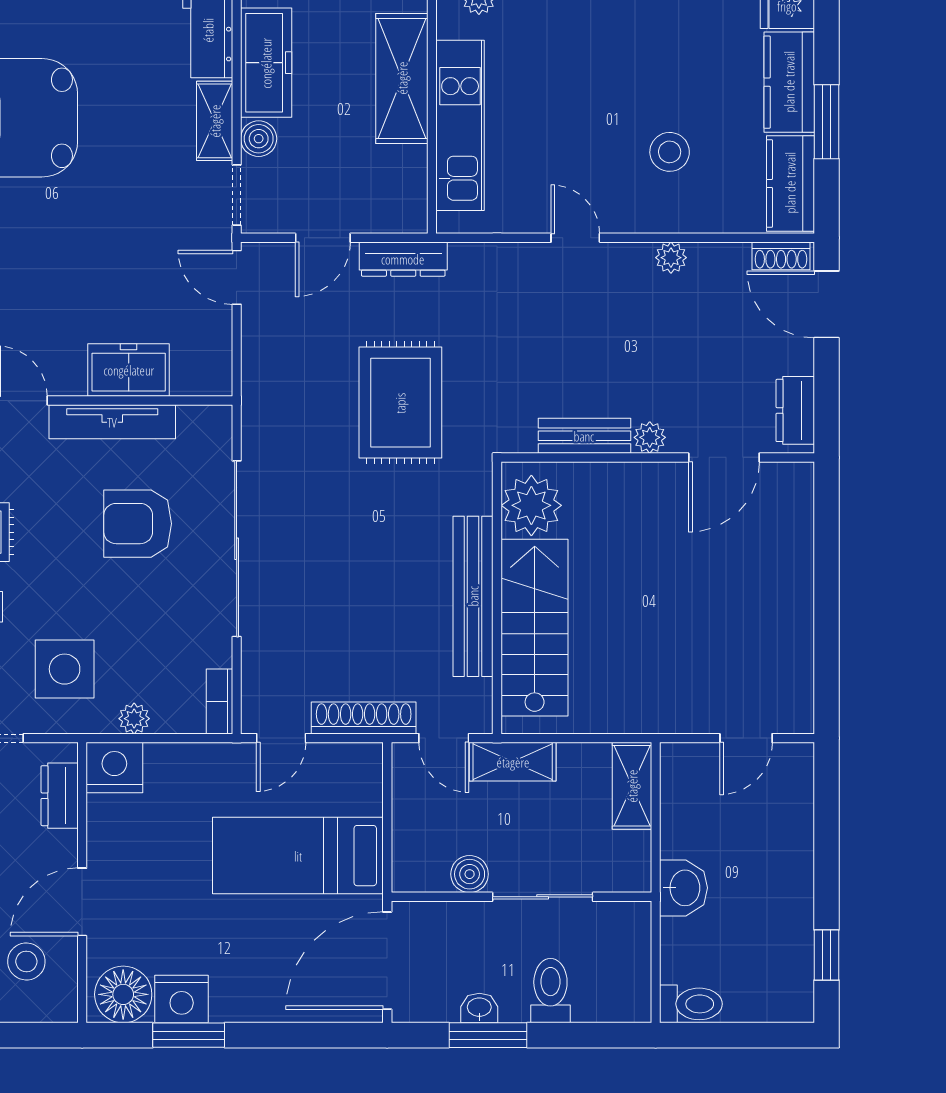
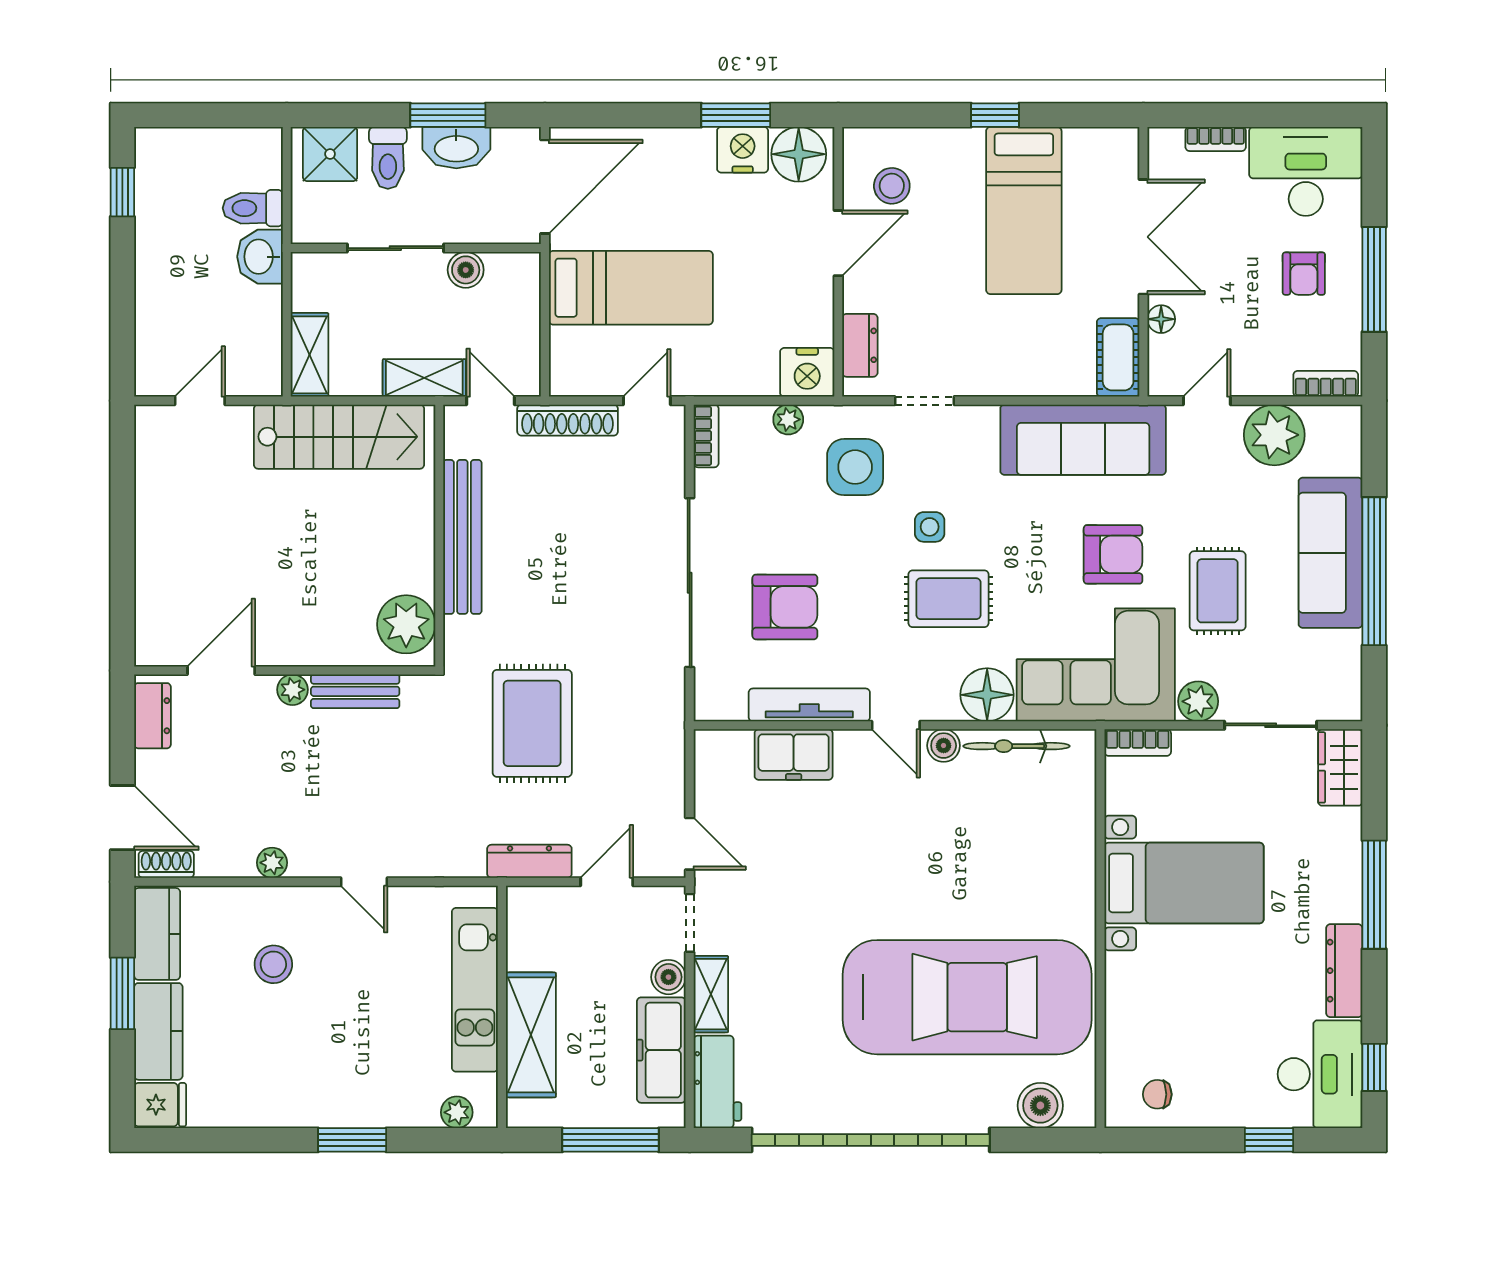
stairs: (535, 628) -> (339, 437), moved, turned -90
shower: (611, 995) -> (330, 154), added
toilet: (691, 1004) -> (253, 208), moved
washbasin: (479, 1008) -> (456, 148), width x1.91, depth x1.45

